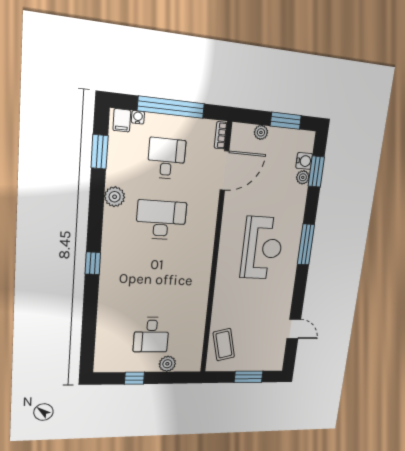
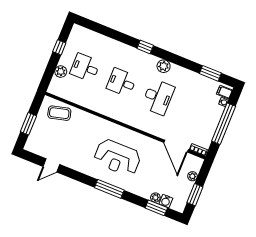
desk: (166, 159) -> (122, 82), moved, turned 180
plant: (115, 197) -> (164, 66), moved

